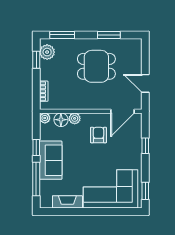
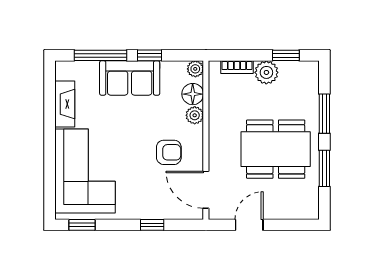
window: (62, 35) -> (324, 114), moved
plant: (47, 52) -> (266, 72), moved
dining table: (96, 66) -> (276, 149), width x1.38

